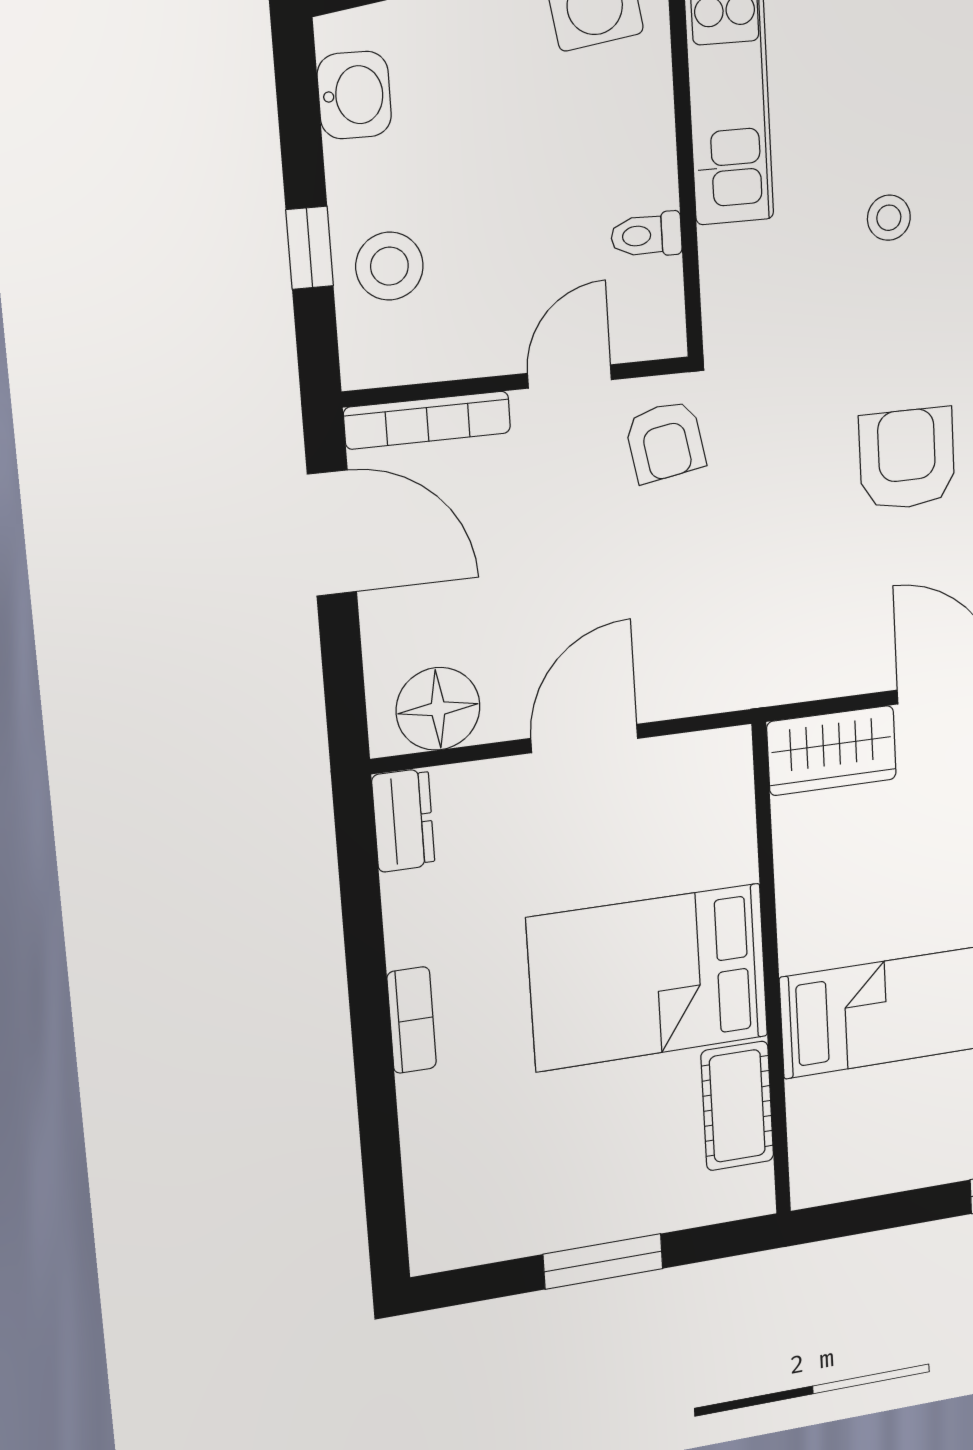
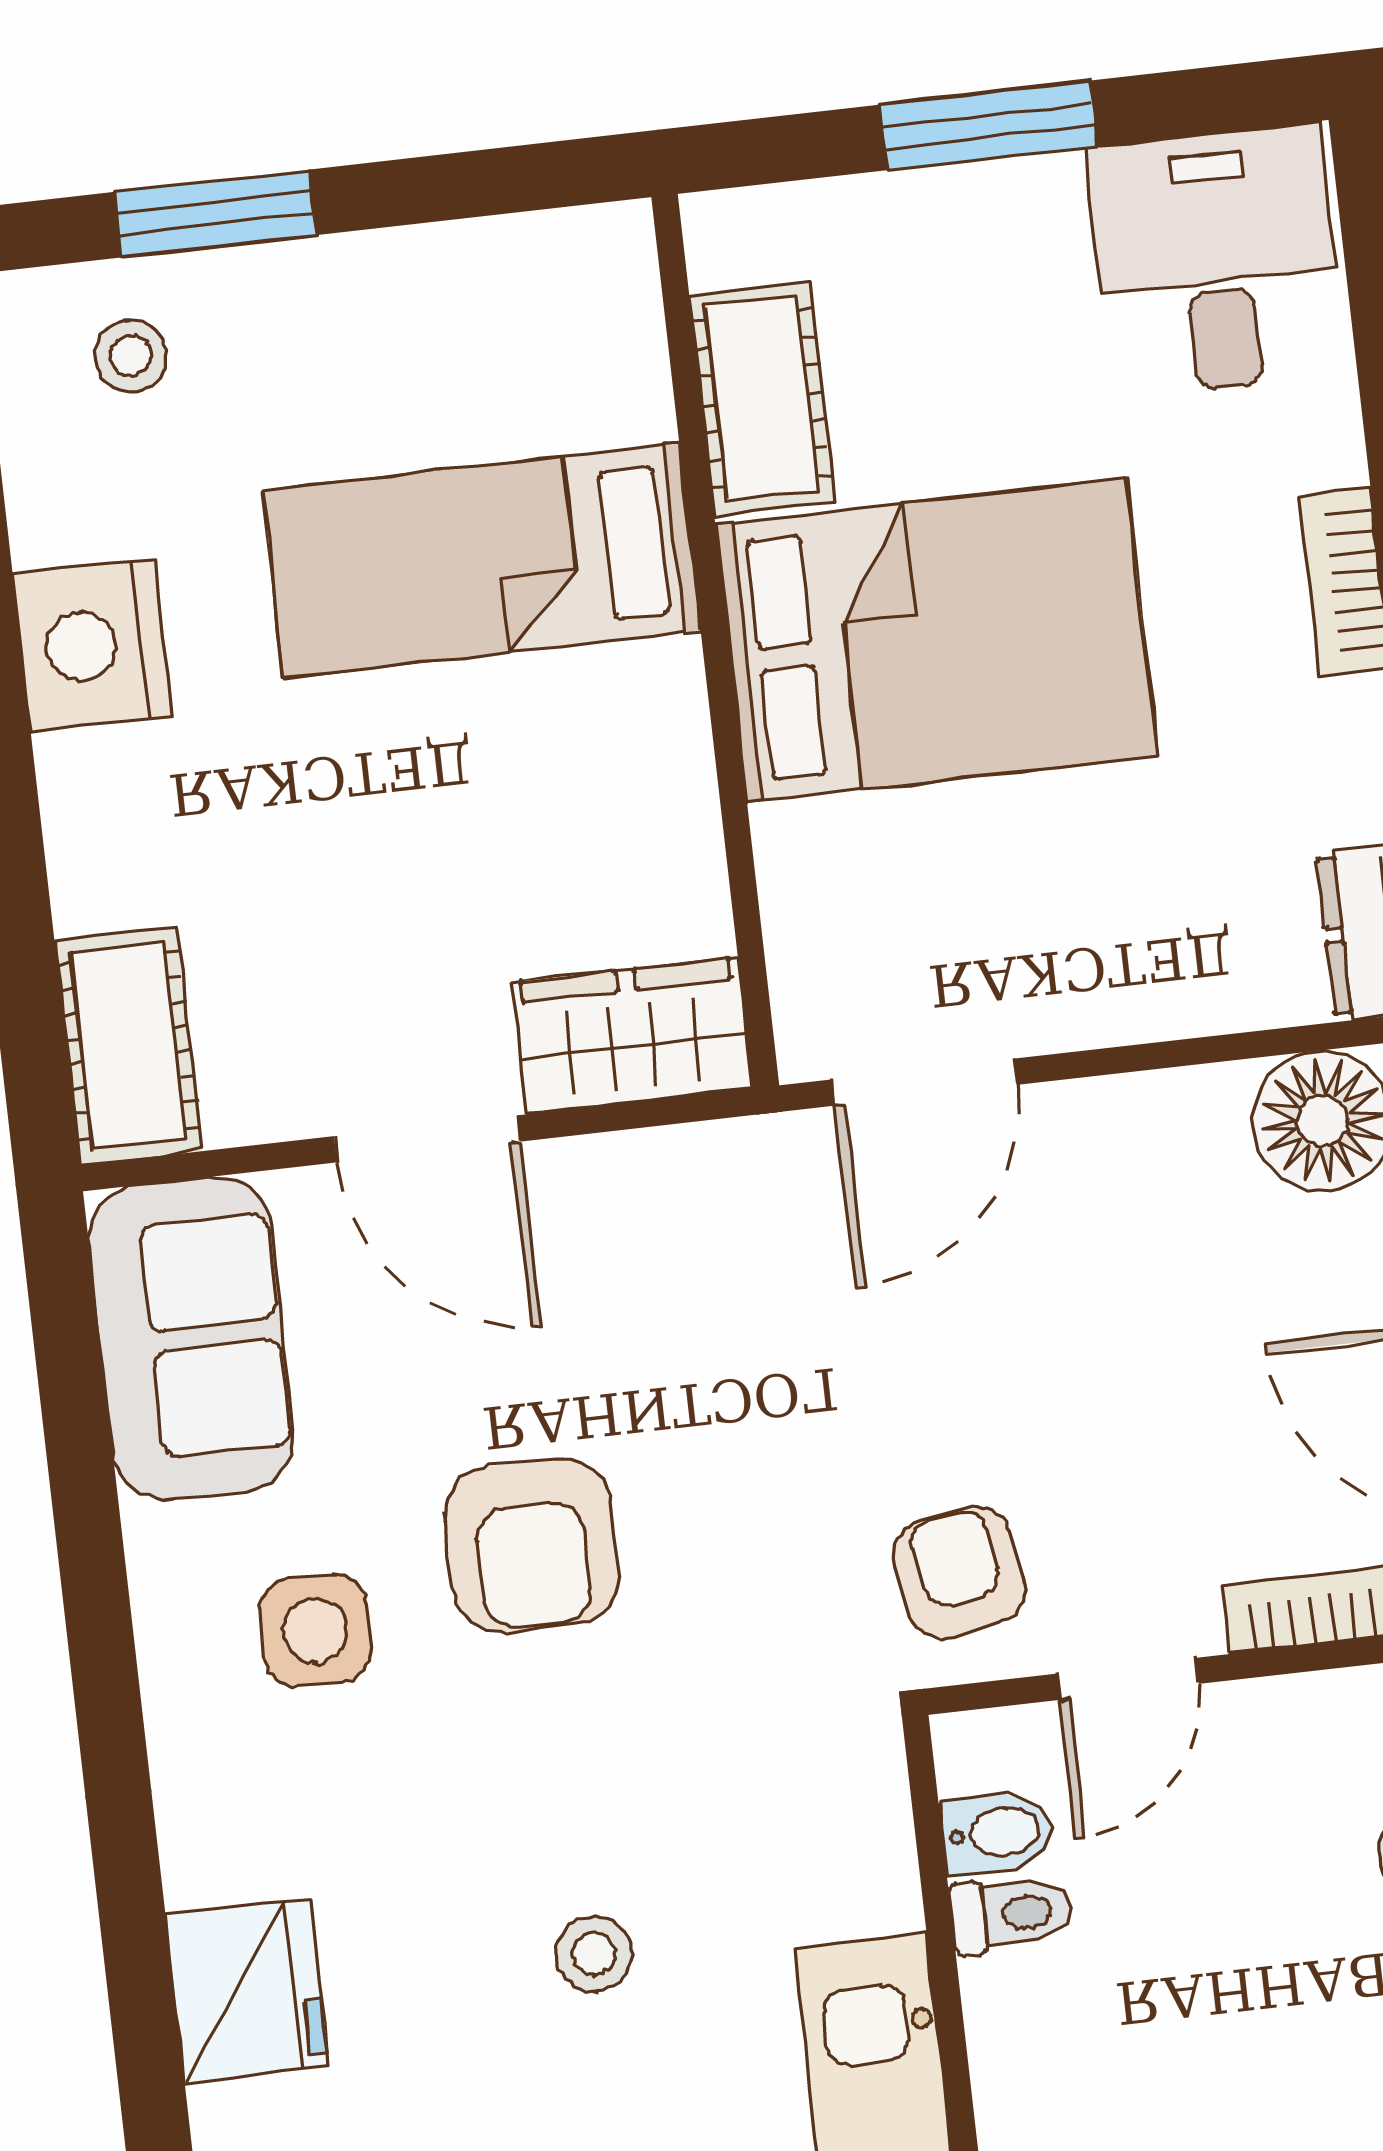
bidet: (652, 285) -> (997, 1833), added
door: (584, 738) -> (924, 1082), moved
desk: (478, 1196) -> (1216, 261), added

